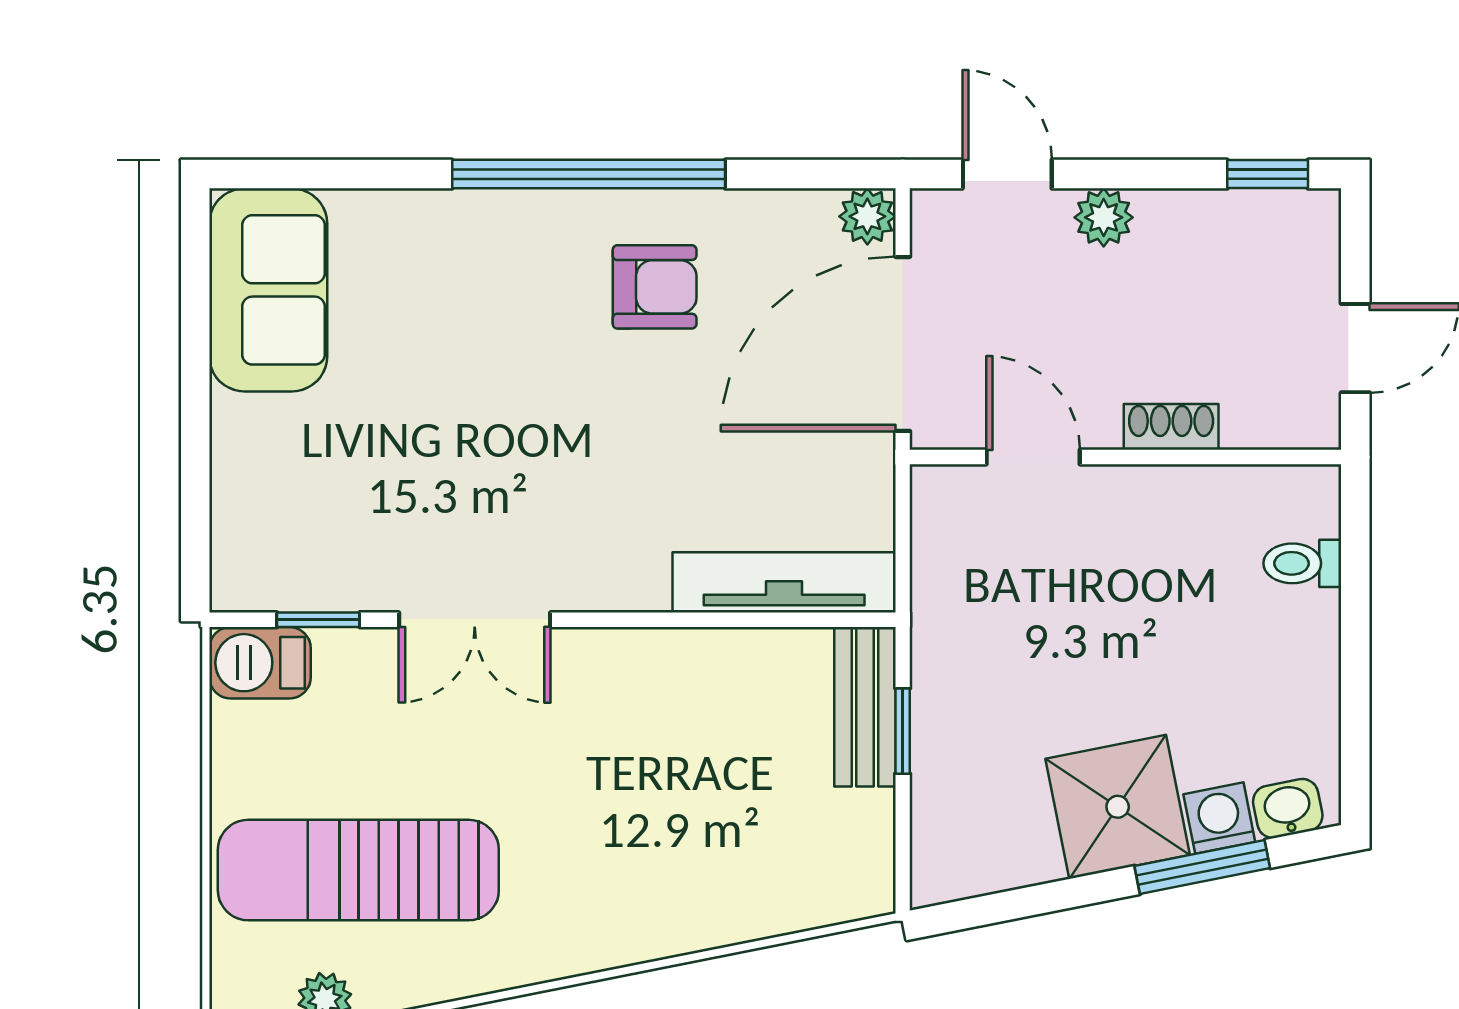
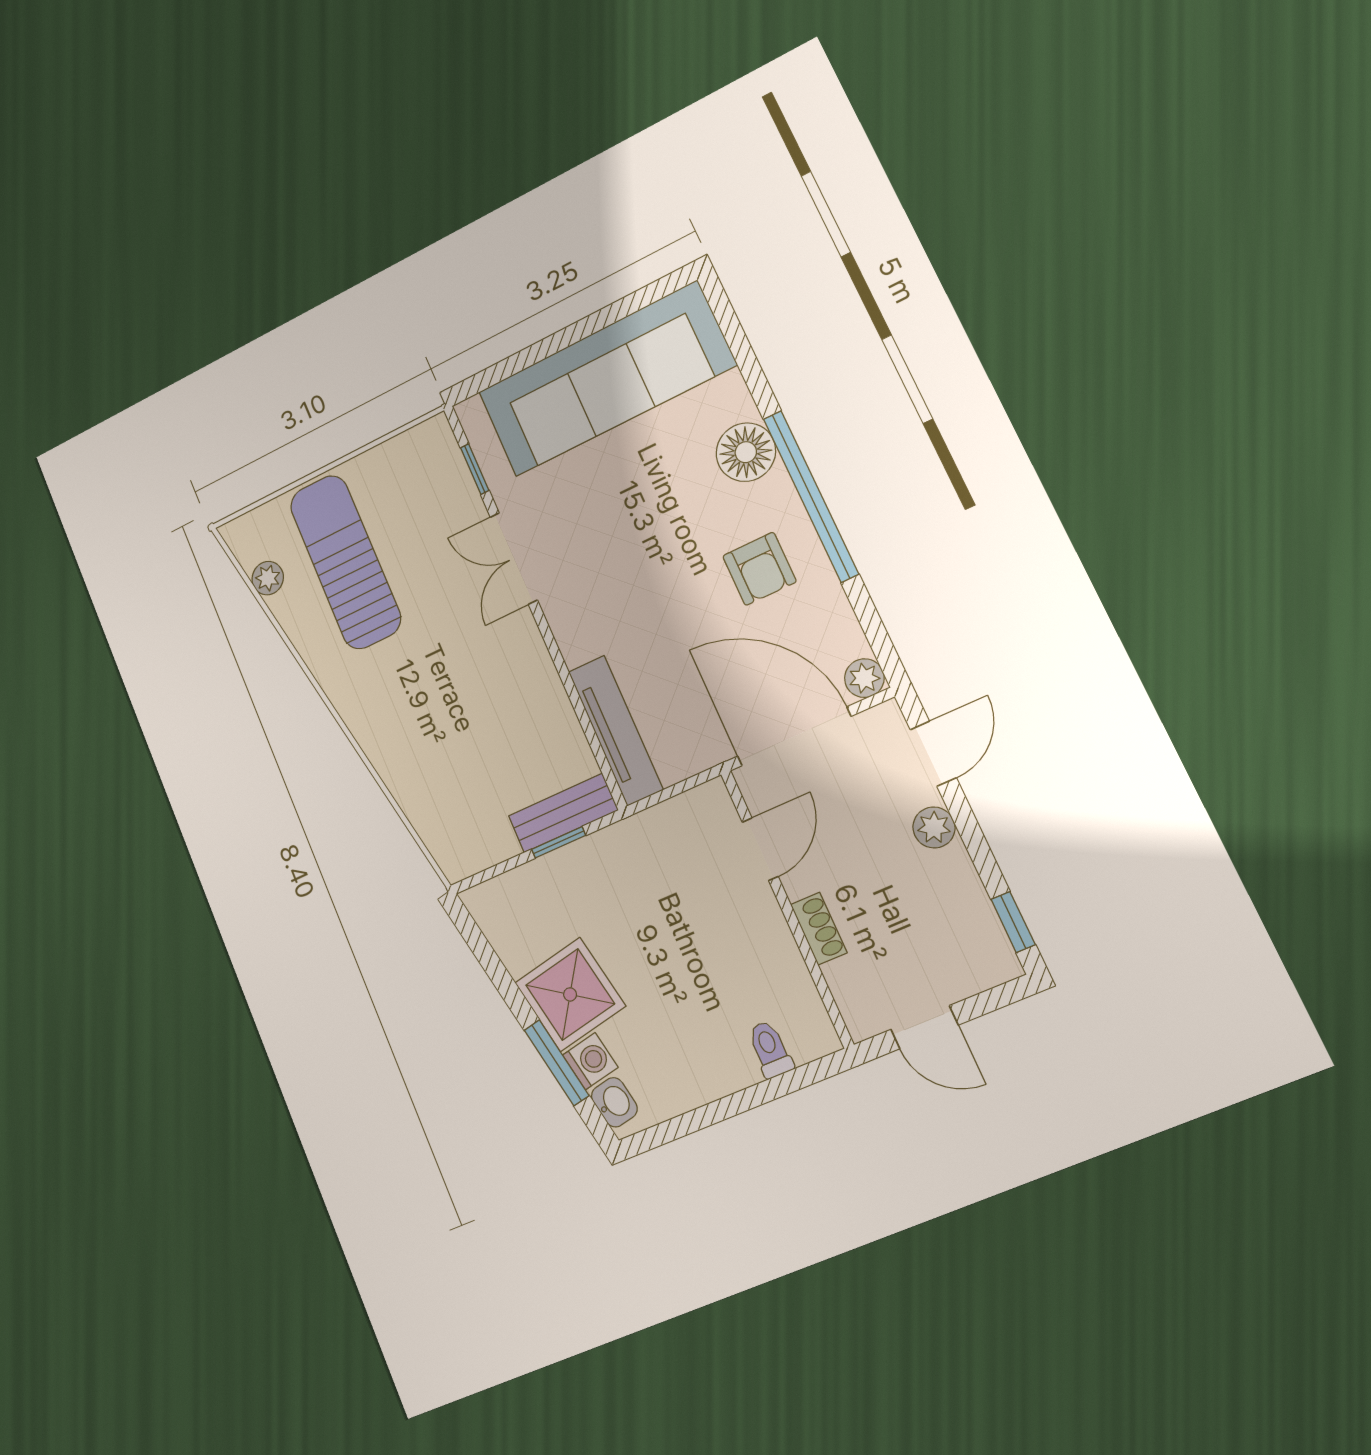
floor lamp: (485, 233) -> (746, 452), added
sofa: (268, 290) -> (606, 379), width x1.85, depth x1.27
barbecue: (260, 663) -> (436, 449), removed

